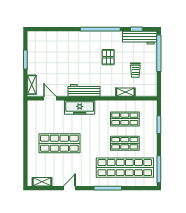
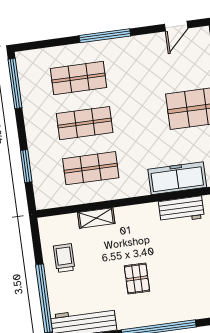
trolley: (135, 70) -> (64, 258), moved
workbench: (84, 90) -> (181, 210), width x0.73
shop shelf: (125, 168) -> (79, 78), width x0.50, depth x0.74

